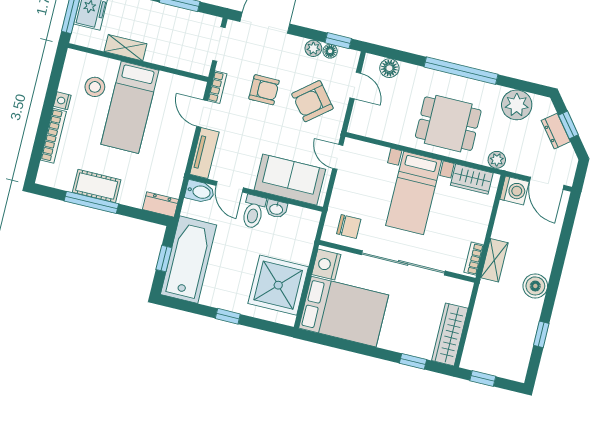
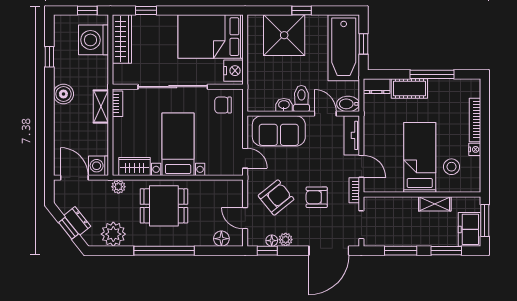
cot: (97, 186) -> (409, 88), moved
shower: (278, 285) -> (284, 35), moved
washing machine: (484, 342) -> (93, 40), added

